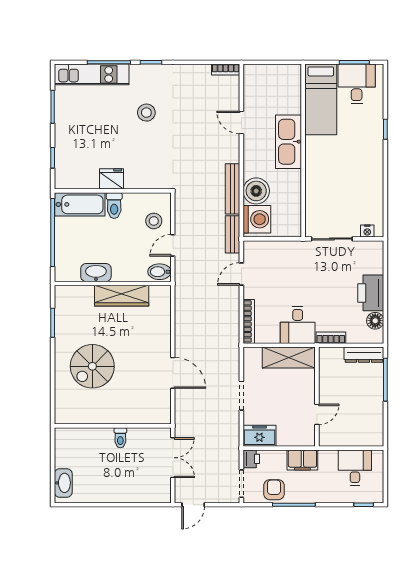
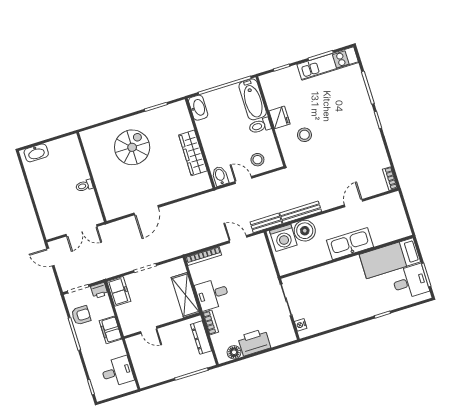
kitchen unit: (92, 74) -> (328, 63), moved, turned -90
stool: (146, 113) -> (304, 135), moved
washbasin: (96, 273) -> (198, 108), moved
dresser: (364, 355) -> (201, 338), moved
spiral stairs: (92, 366) -> (132, 147), turned 90

